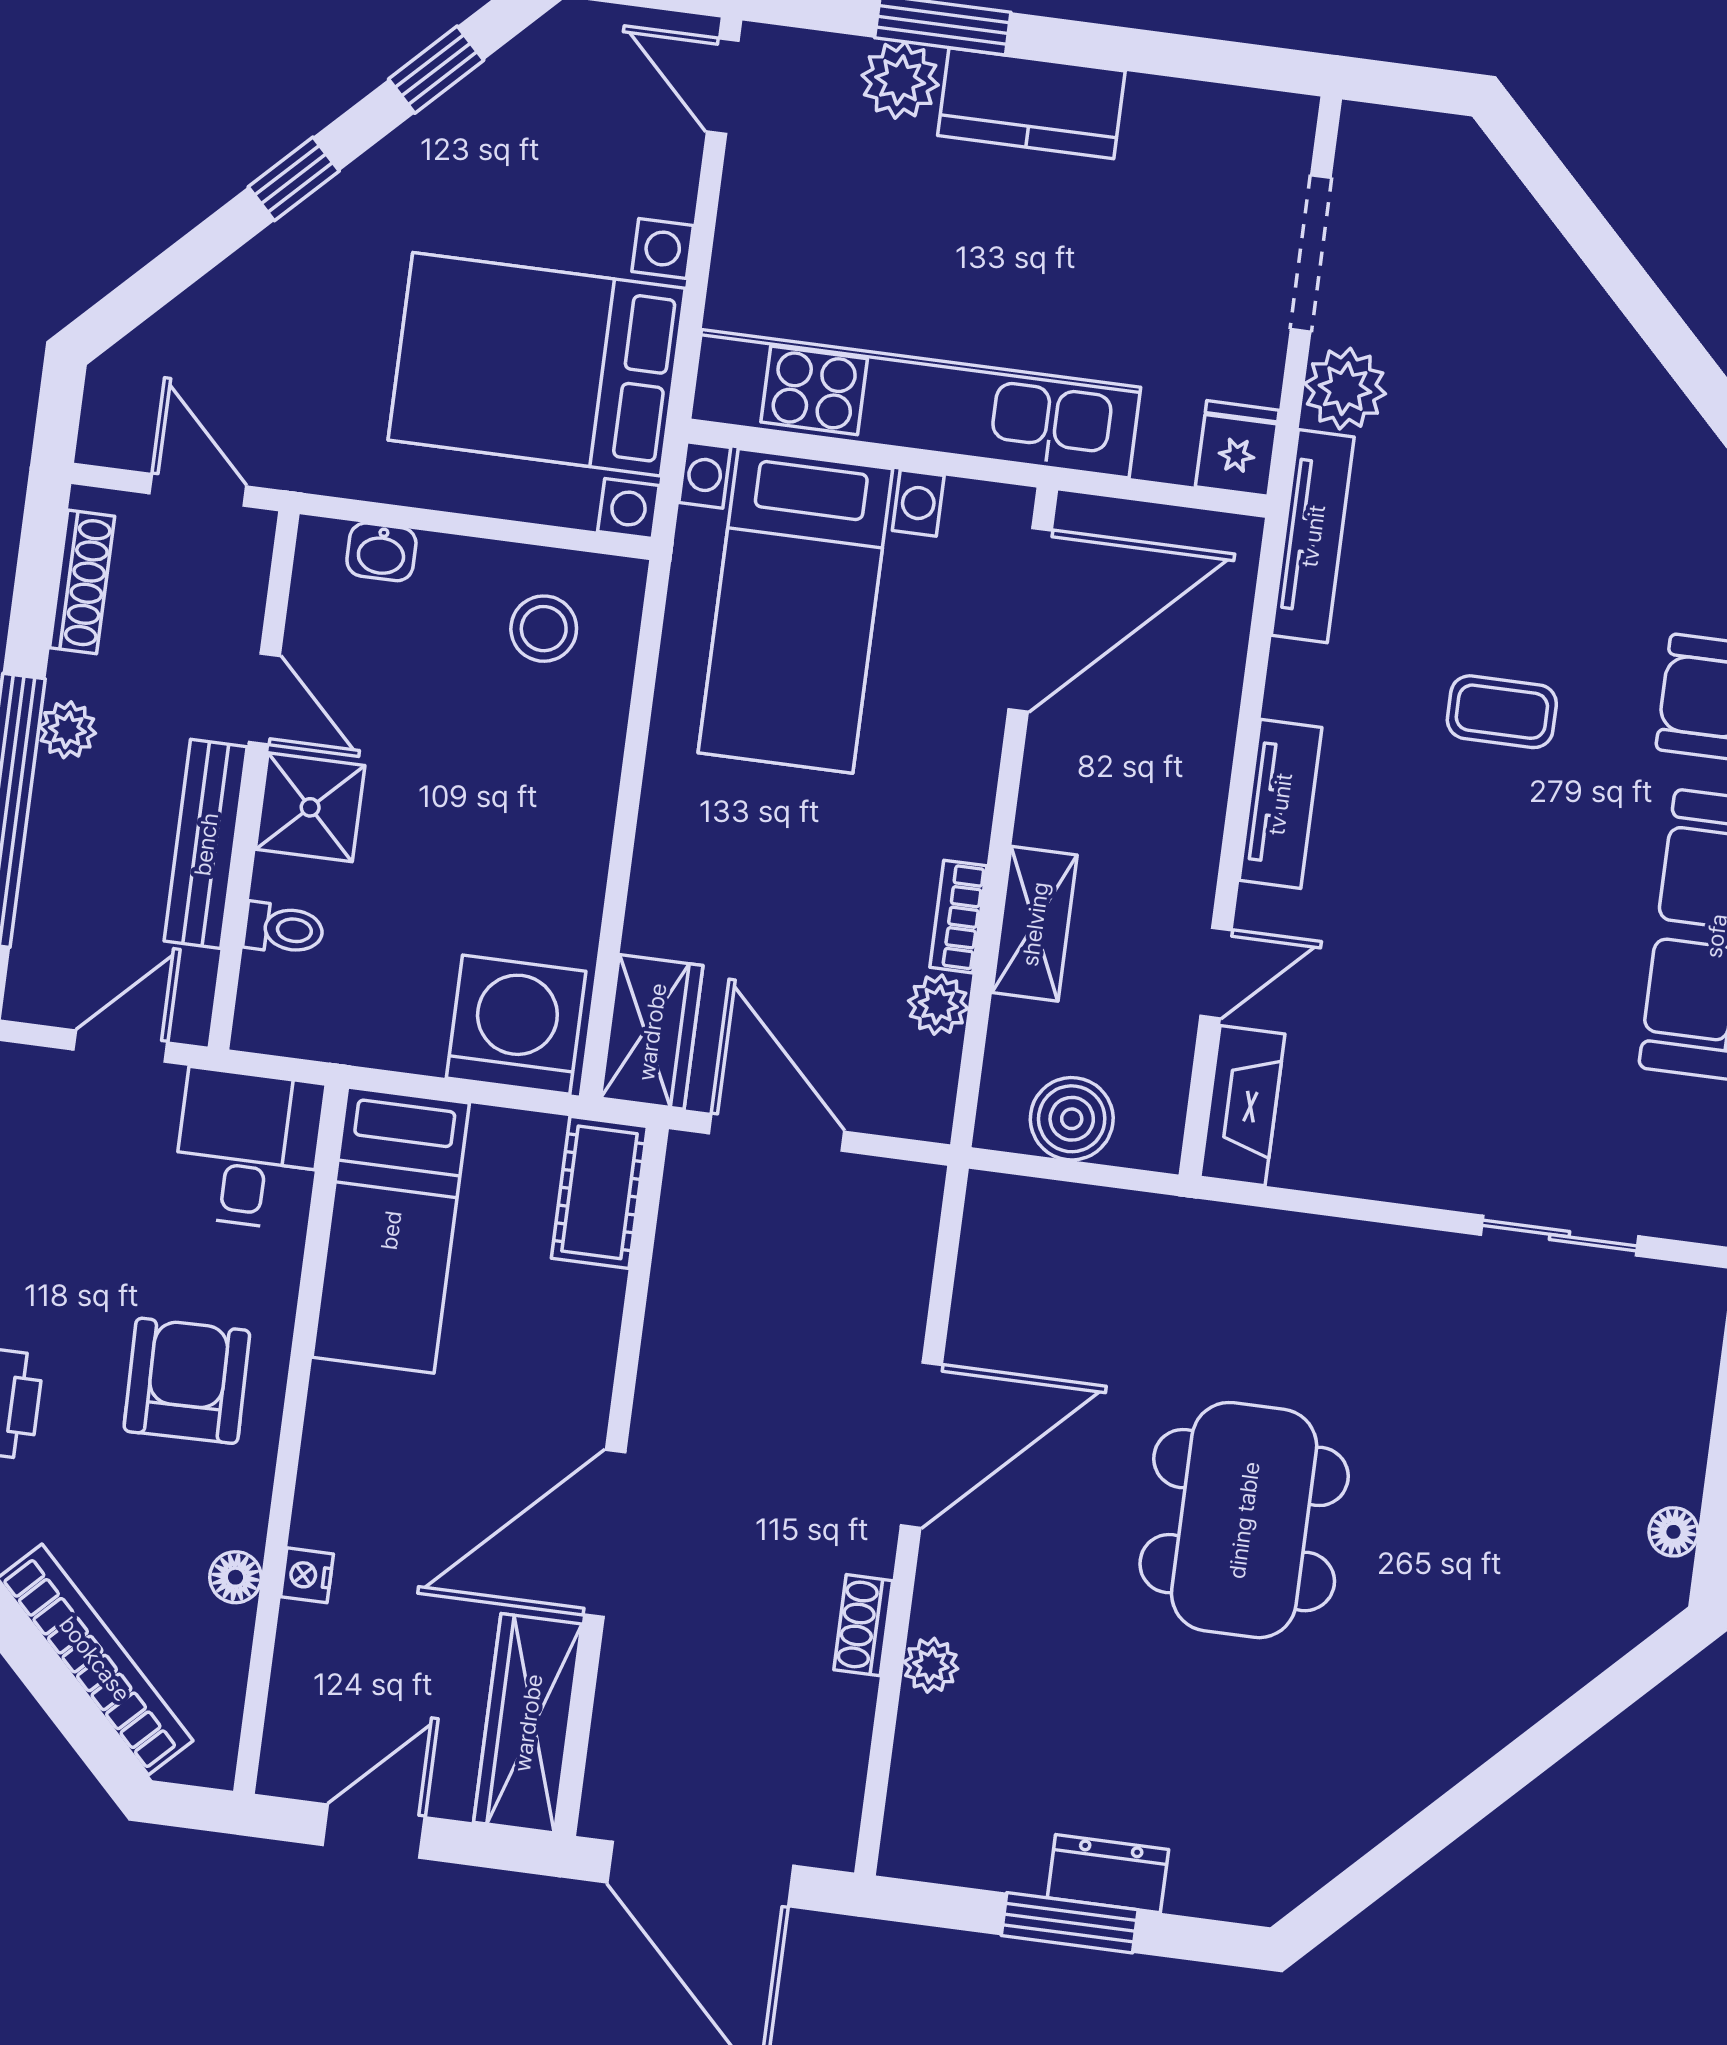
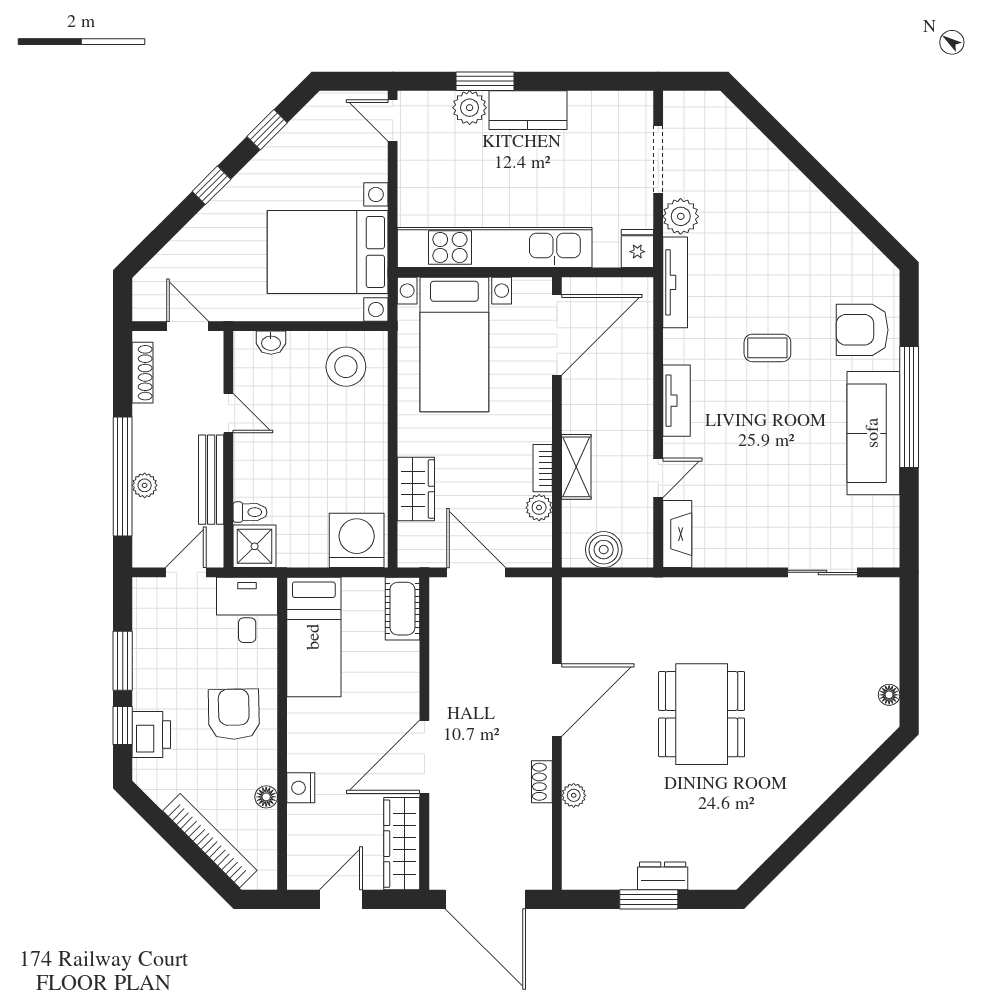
stool: (544, 629) -> (346, 367), width x1.38, depth x1.38
plant: (67, 730) -> (145, 485), moved
shower: (310, 807) -> (255, 546), moved
wardrobe: (652, 1032) -> (416, 489), moved
nightstand: (307, 1575) -> (301, 788), width x1.39, depth x1.35

